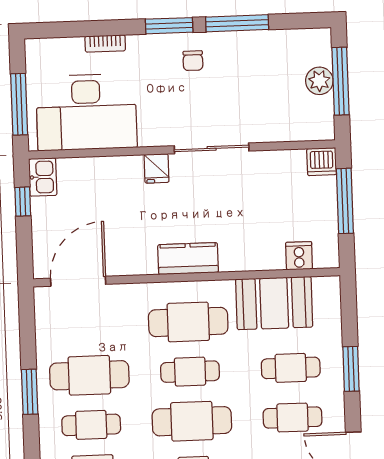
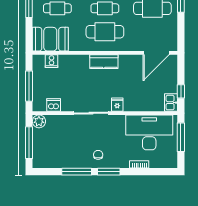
plant: (319, 81) -> (39, 121), moved
dishwasher: (322, 162) -> (54, 105), moved
booth: (274, 303) -> (50, 39), moved

